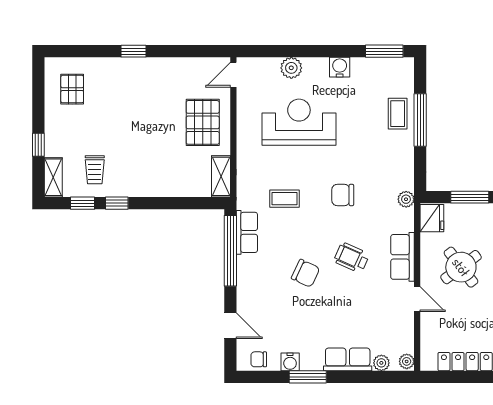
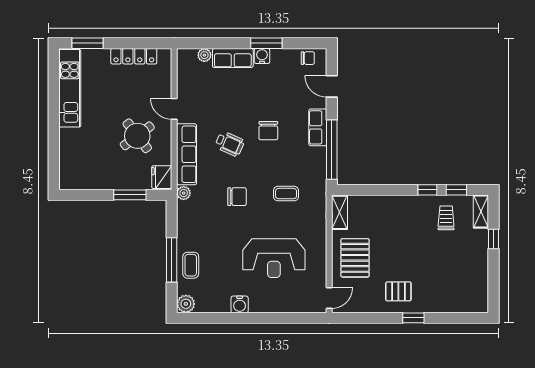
window: (384, 51) -> (202, 318), removed
plant: (291, 68) -> (186, 304), moved
pallet: (72, 89) -> (398, 291), moved, turned 90
row of seats: (247, 232) -> (318, 127), moved
row of seats: (402, 257) -> (187, 154), width x1.48
chair: (306, 273) -> (268, 131), turned -115
plant: (407, 361) -> (183, 56), removed
water cooler: (290, 362) -> (262, 56), moved

